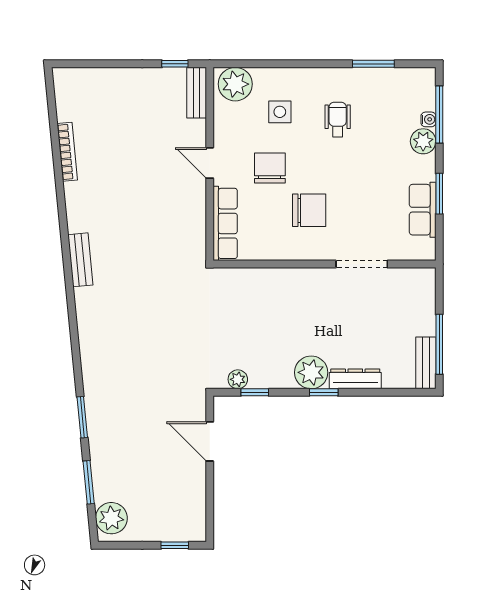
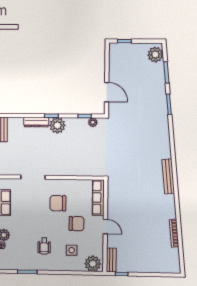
chair: (270, 168) -> (77, 224), turned -90
bench: (80, 260) -> (168, 176), width x1.36

